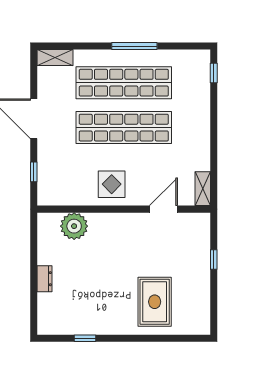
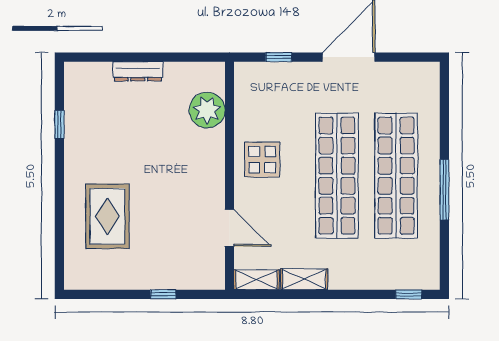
shelving: (55, 57) -> (304, 279), moved, turned 90
dresser: (45, 279) -> (138, 71), width x1.44
rug: (155, 302) -> (107, 216), turned 90

